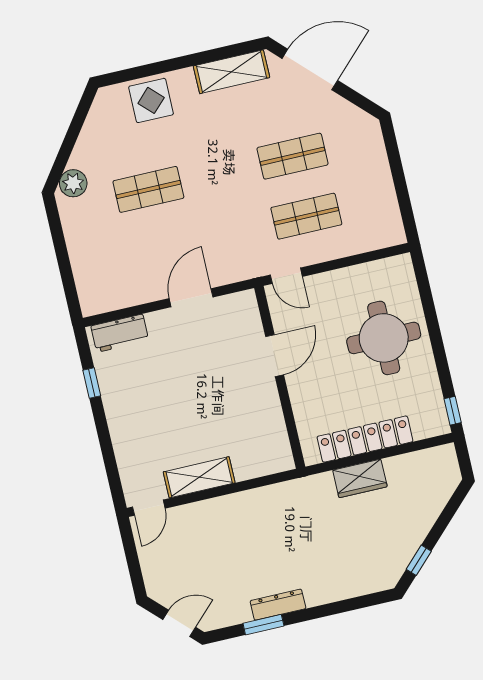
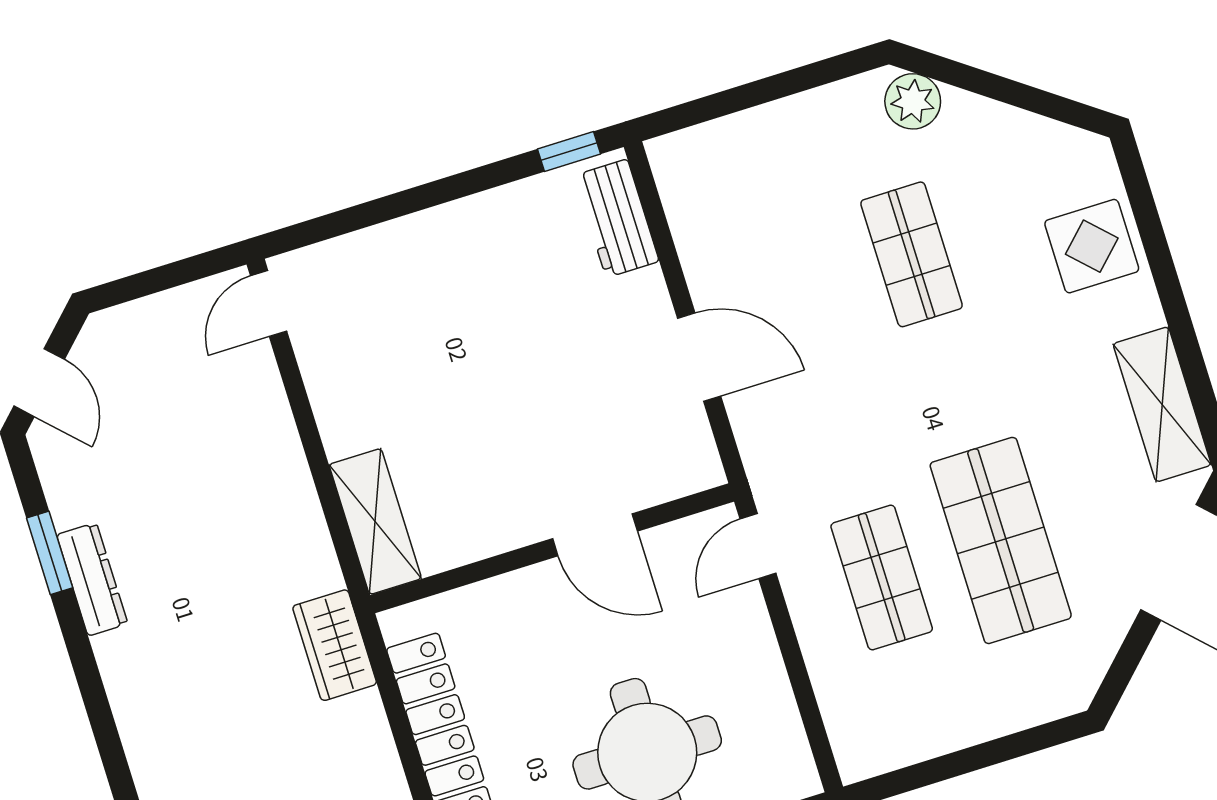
shop shelf: (292, 156) -> (1001, 540), width x1.43, depth x1.36
window: (92, 383) -> (569, 151), moved
shelving: (199, 477) -> (375, 522), moved
wardrobe: (360, 478) -> (335, 645), moved
door: (149, 508) -> (269, 304), hinge flipped

